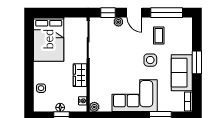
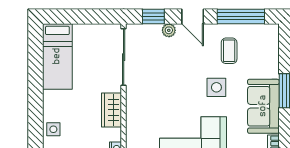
bed: (49, 39) -> (57, 56), width x0.67

